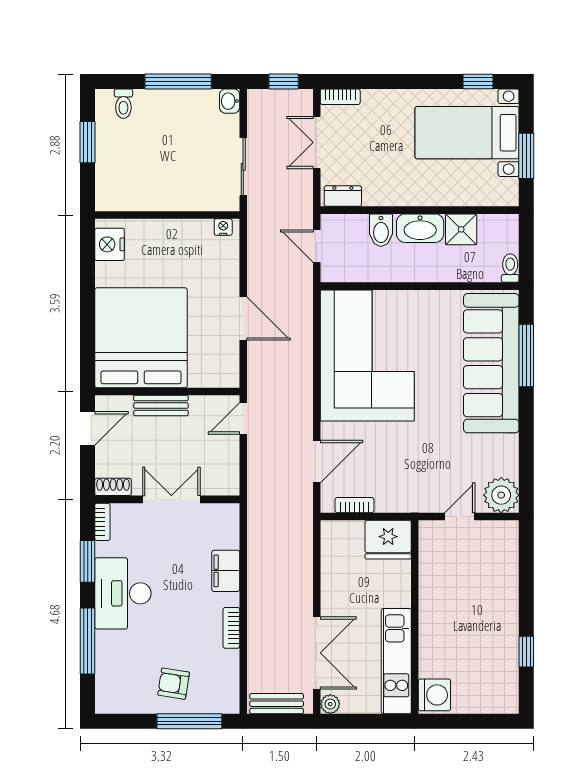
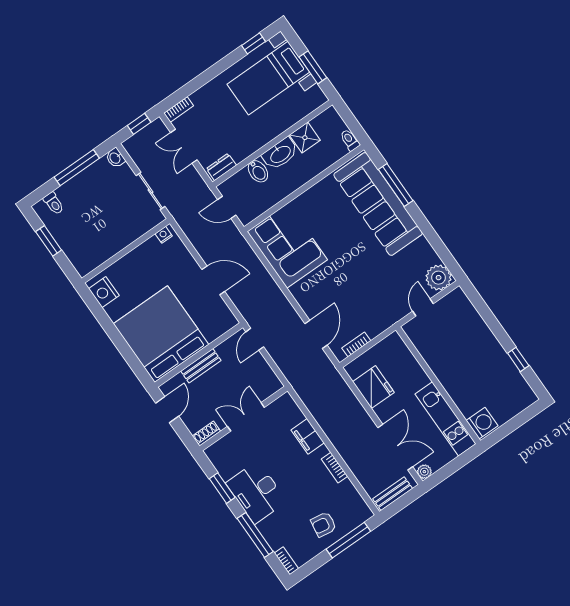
corner sofa: (367, 356) -> (287, 246), width x0.73, depth x0.74
bookcase: (102, 522) -> (286, 561), moved
fridge: (388, 540) -> (373, 387), moved, turned -90

